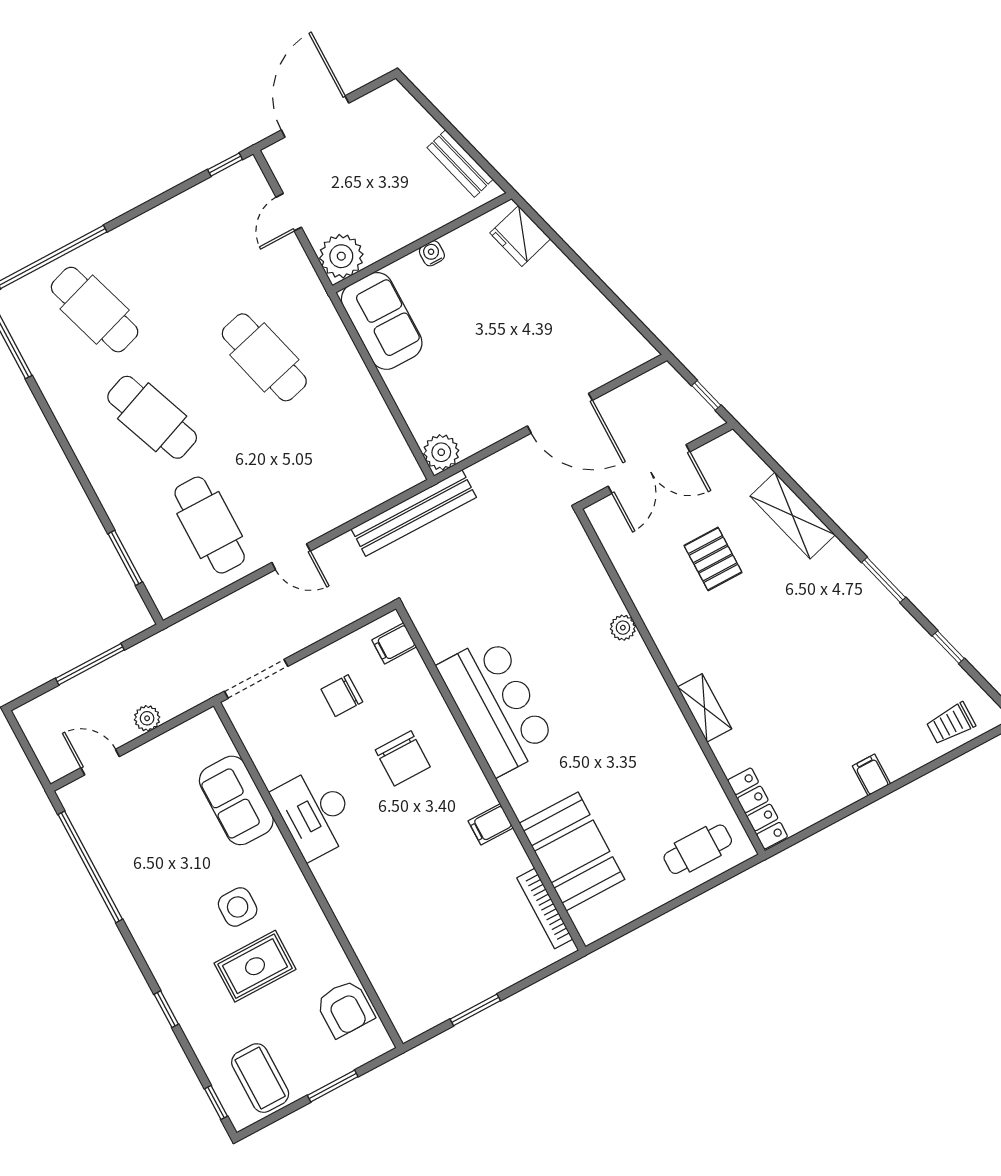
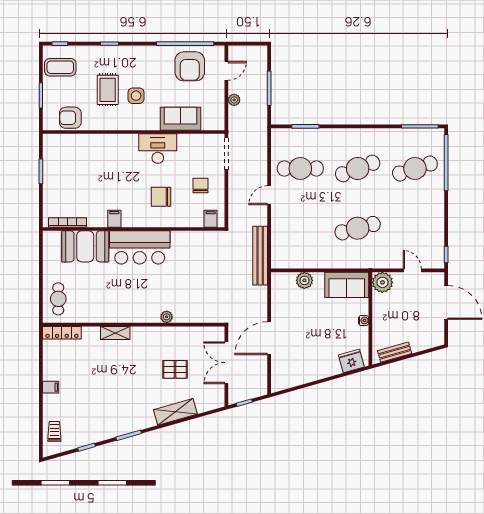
plant: (441, 452) -> (304, 280), moved
bar counter: (497, 705) -> (140, 247), moved
armchair: (129, 835) -> (190, 66), added

